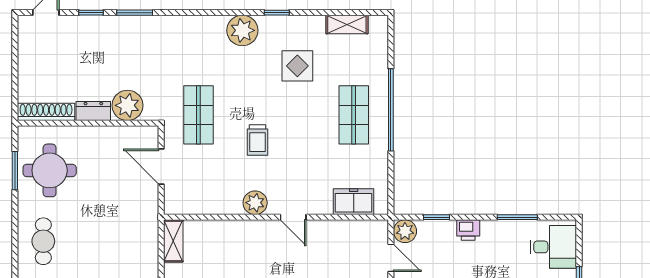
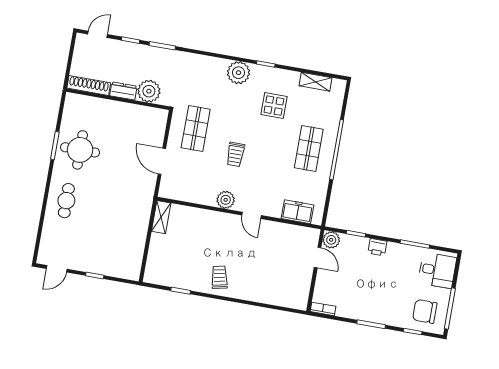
plant: (127, 105) -> (149, 91), moved
dresser: (93, 111) -> (123, 91), moved
shoe rack: (46, 112) -> (89, 85), moved
wall: (88, 123) -> (118, 99), moved

